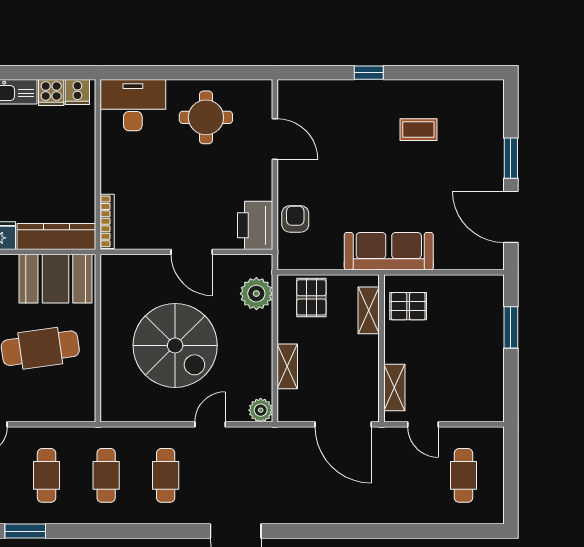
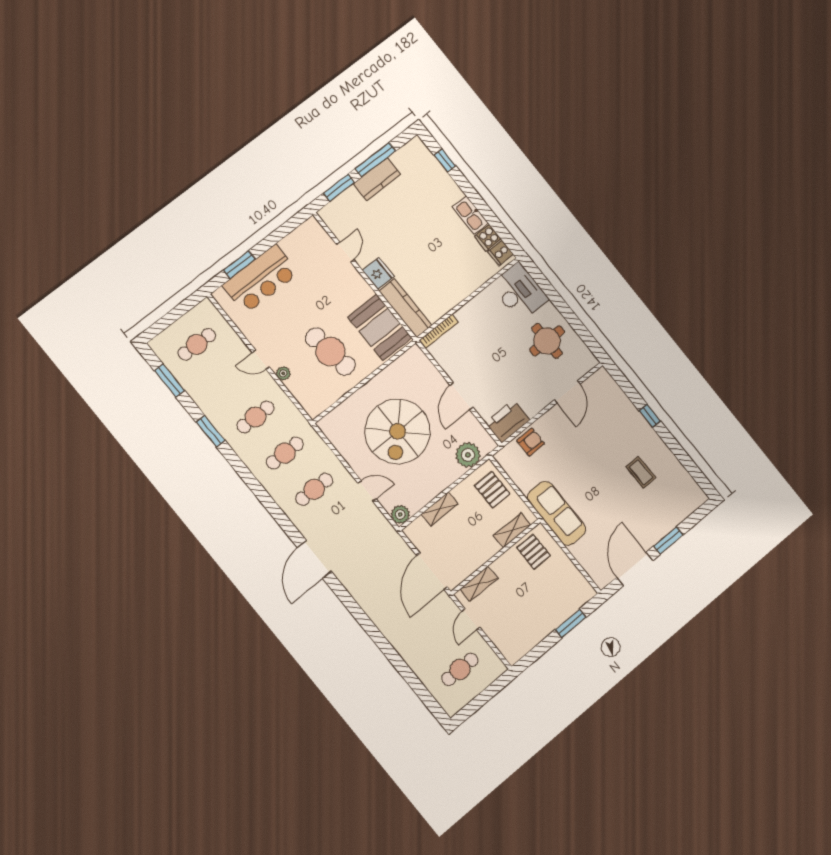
pallet: (311, 297) -> (492, 490), turned 90
plant: (25, 413) -> (283, 373), added

